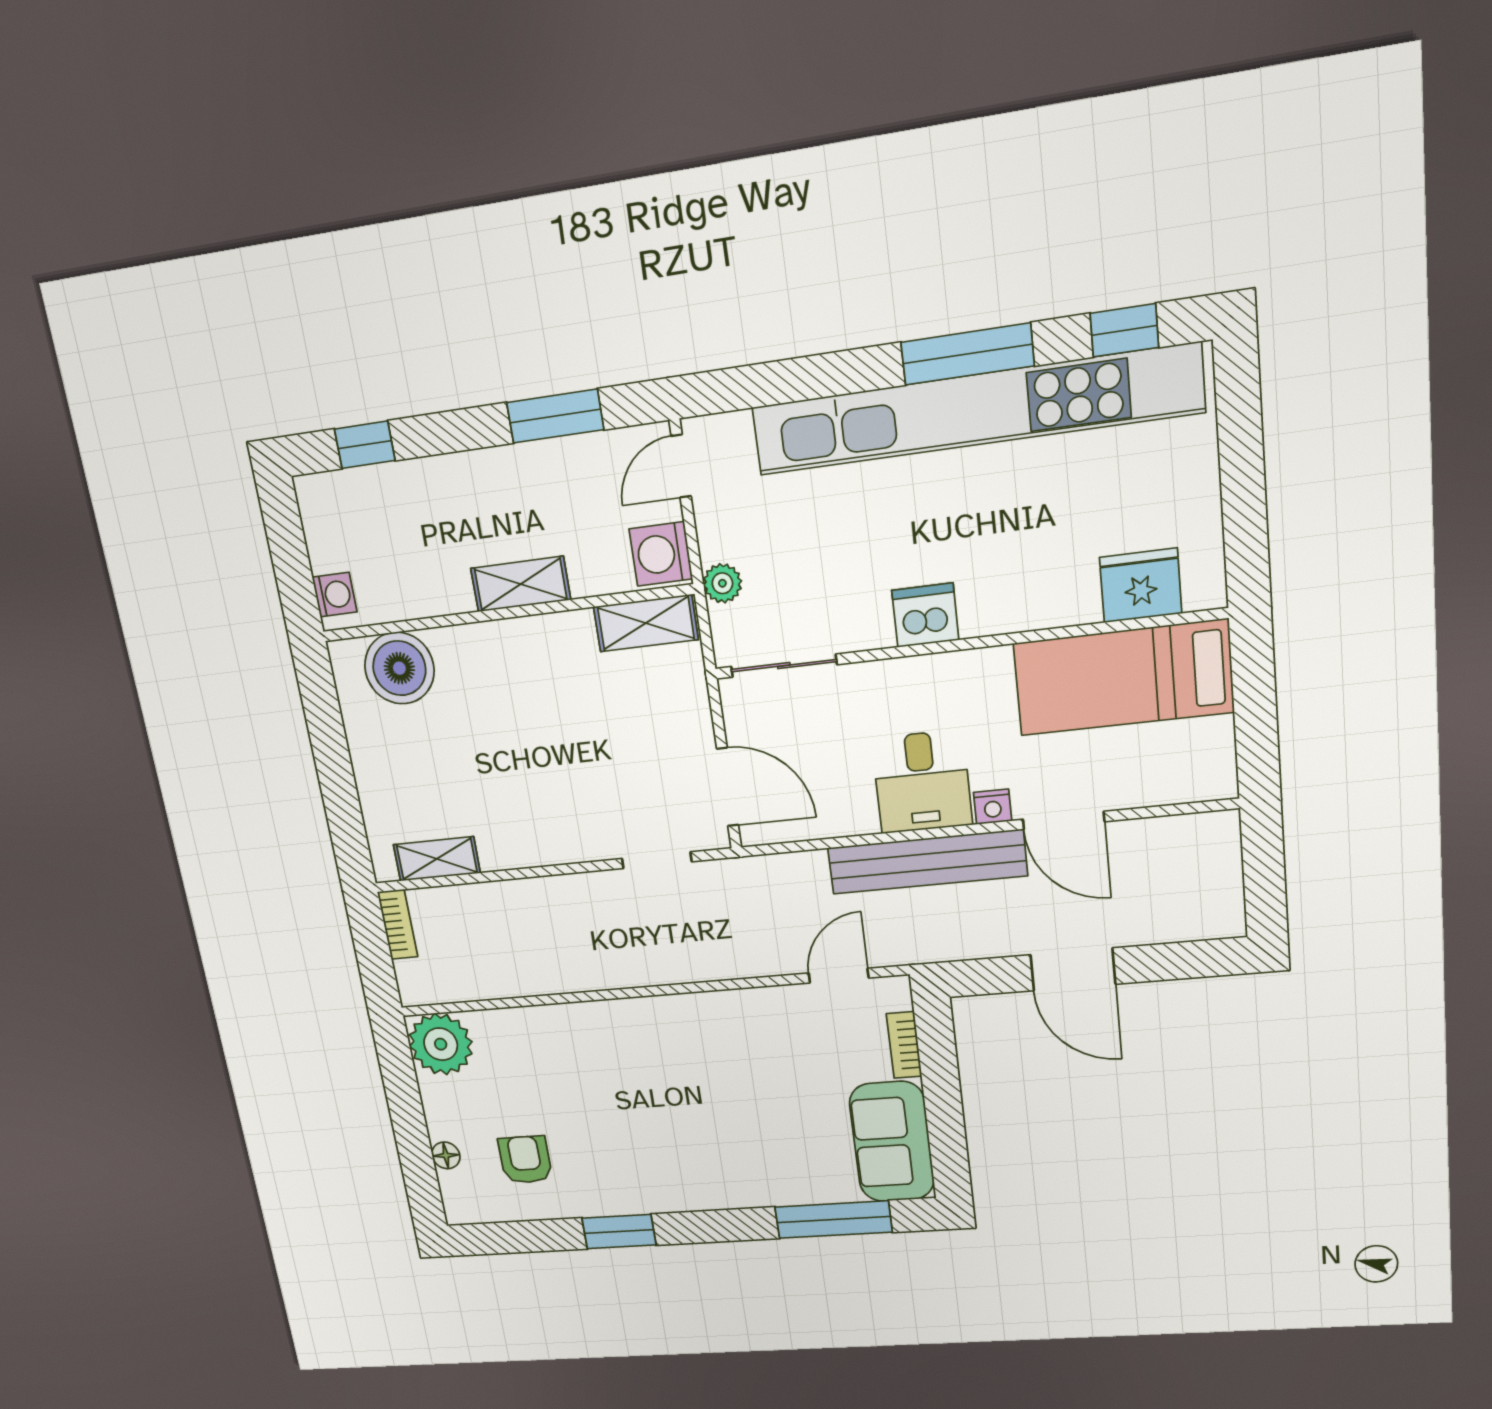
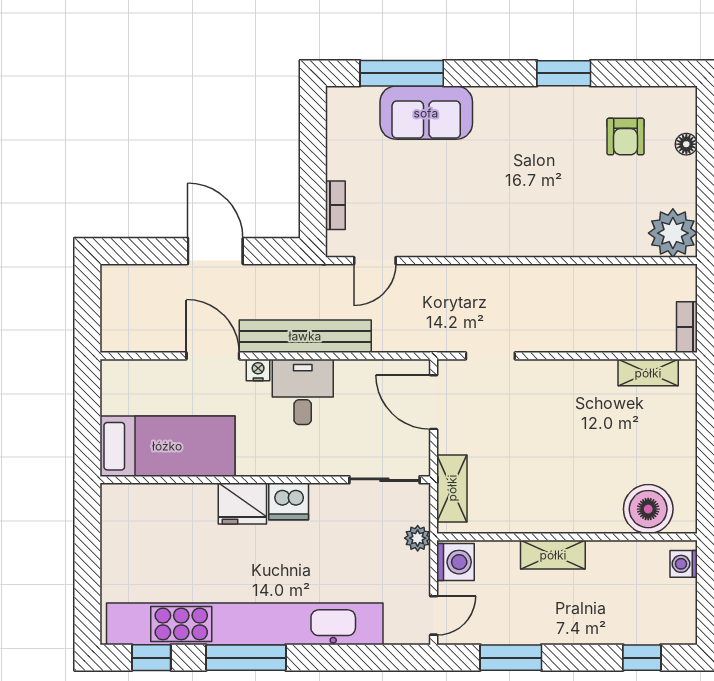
fridge: (1141, 585) -> (242, 504), moved
shelving: (646, 623) -> (452, 488), moved, turned 90
sofa: (892, 1142) -> (426, 113), moved, turned 90

